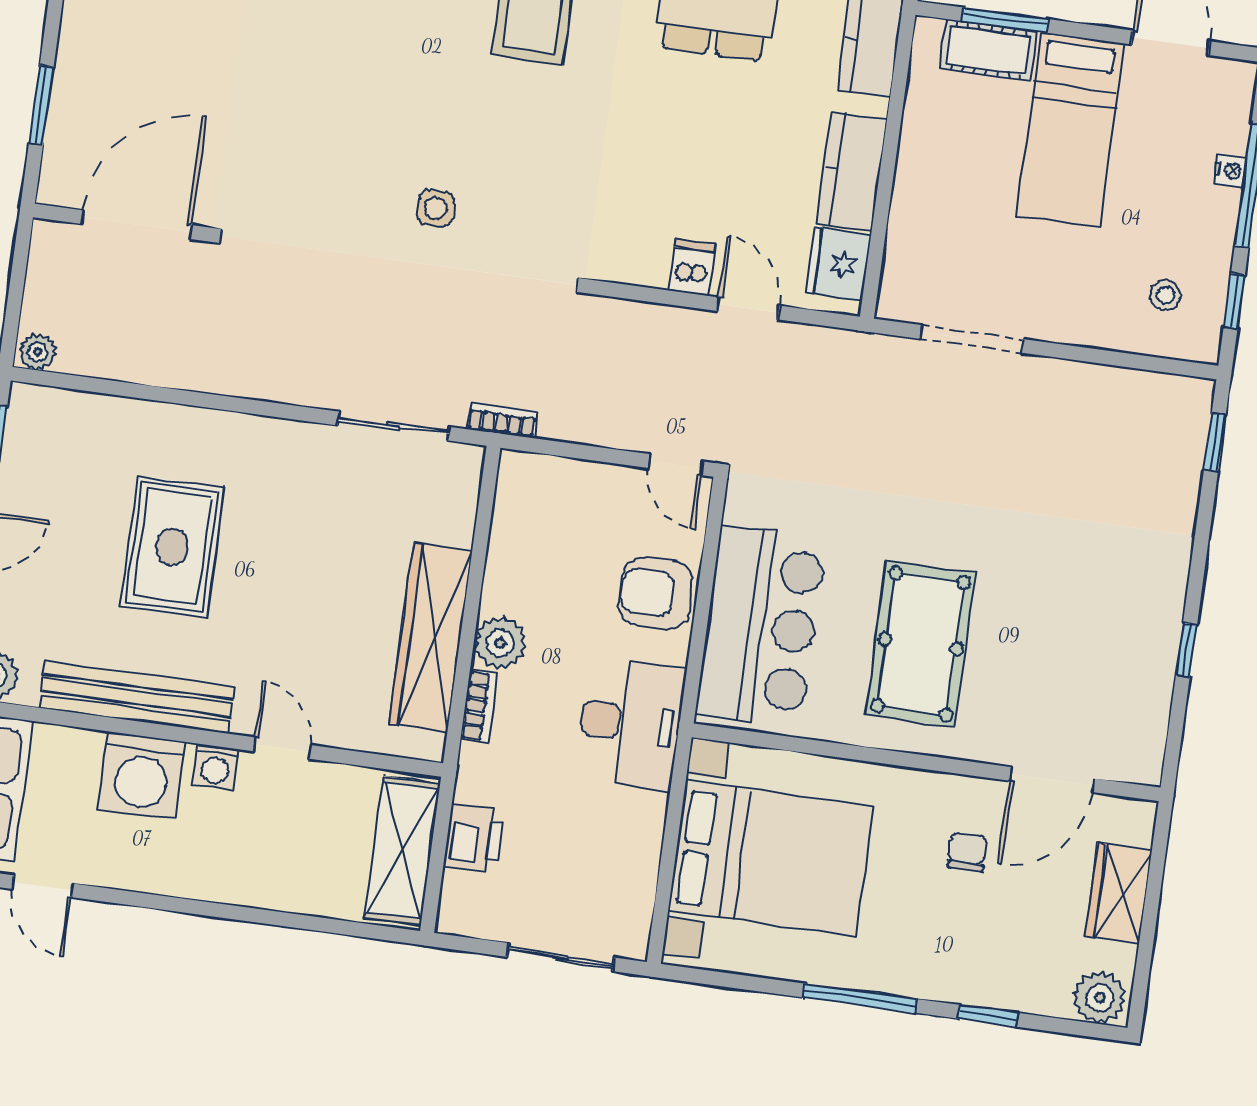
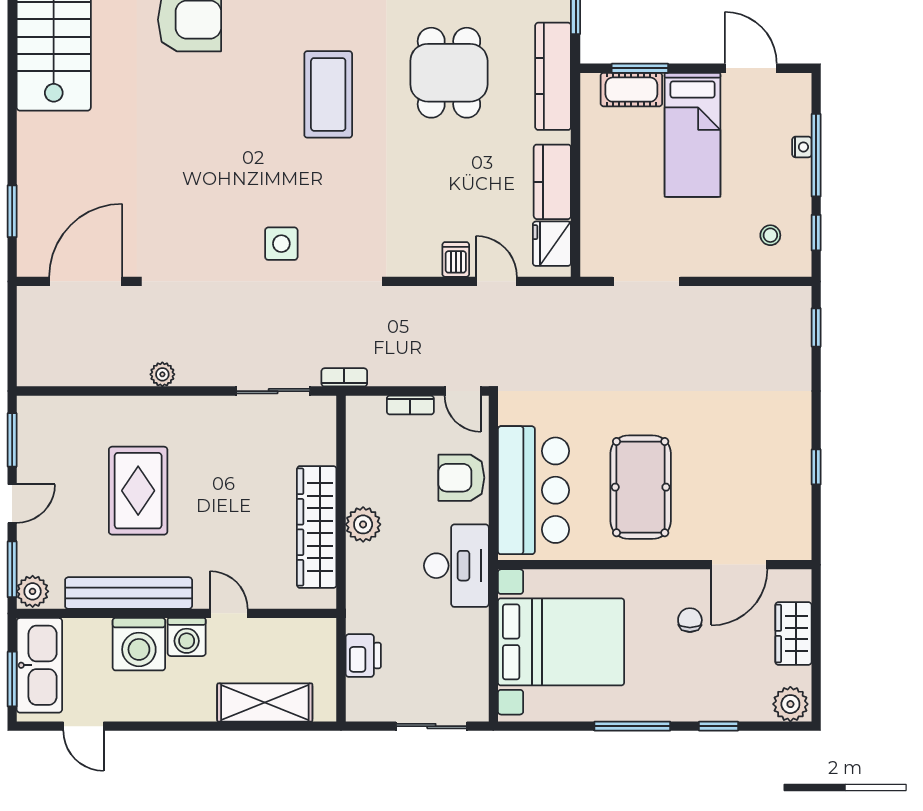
side table: (436, 208) -> (281, 244), width x1.37, depth x1.37
plant: (38, 352) -> (162, 374), moved
bookcase: (479, 706) -> (410, 405), moved, turned 90
washing machine: (215, 767) -> (187, 637), width x1.38, depth x1.38
shelving: (402, 851) -> (265, 702), moved, turned 90

